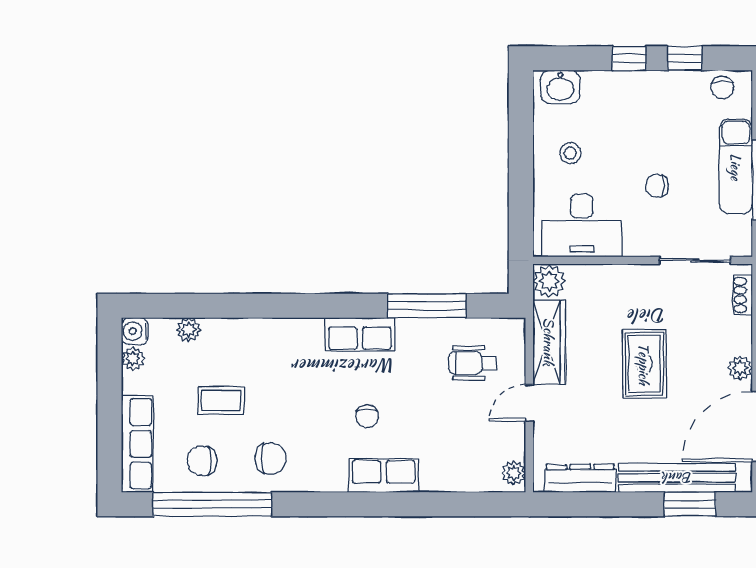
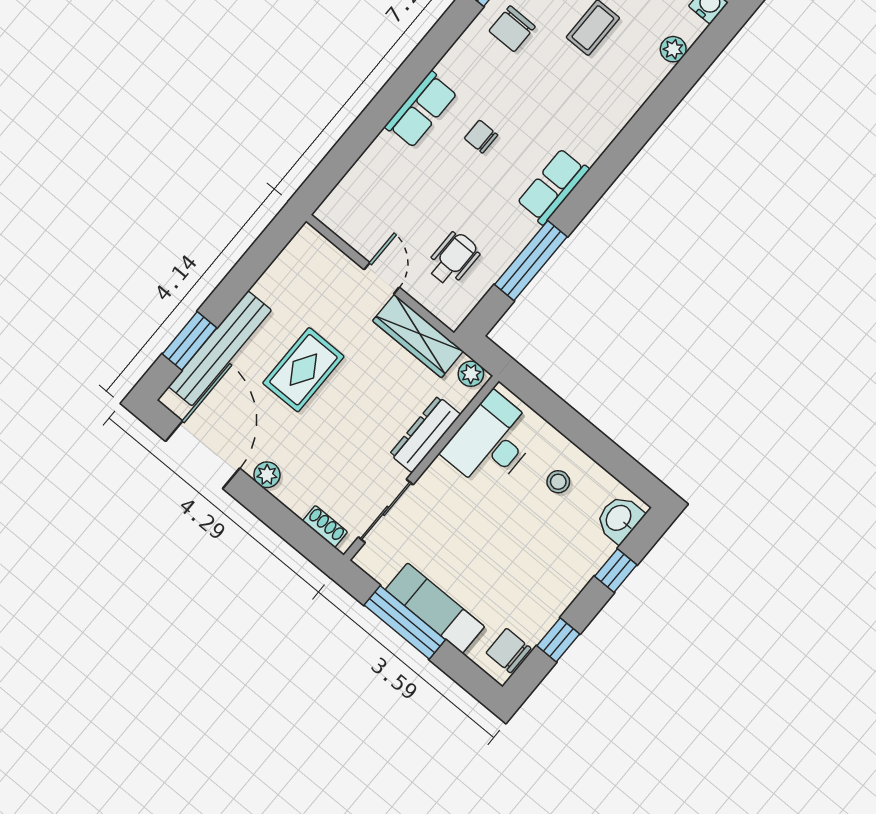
window: (629, 58) -> (616, 571), moved
chair: (722, 88) -> (508, 651), width x1.37, depth x1.37
chair: (657, 186) -> (473, 531), removed
plant: (549, 281) -> (471, 374), width x0.73, depth x0.73
rug: (644, 364) -> (303, 370), moved, turned 90
plant: (514, 473) -> (335, 218), removed
dresser: (580, 478) -> (425, 434), moved, turned 180

